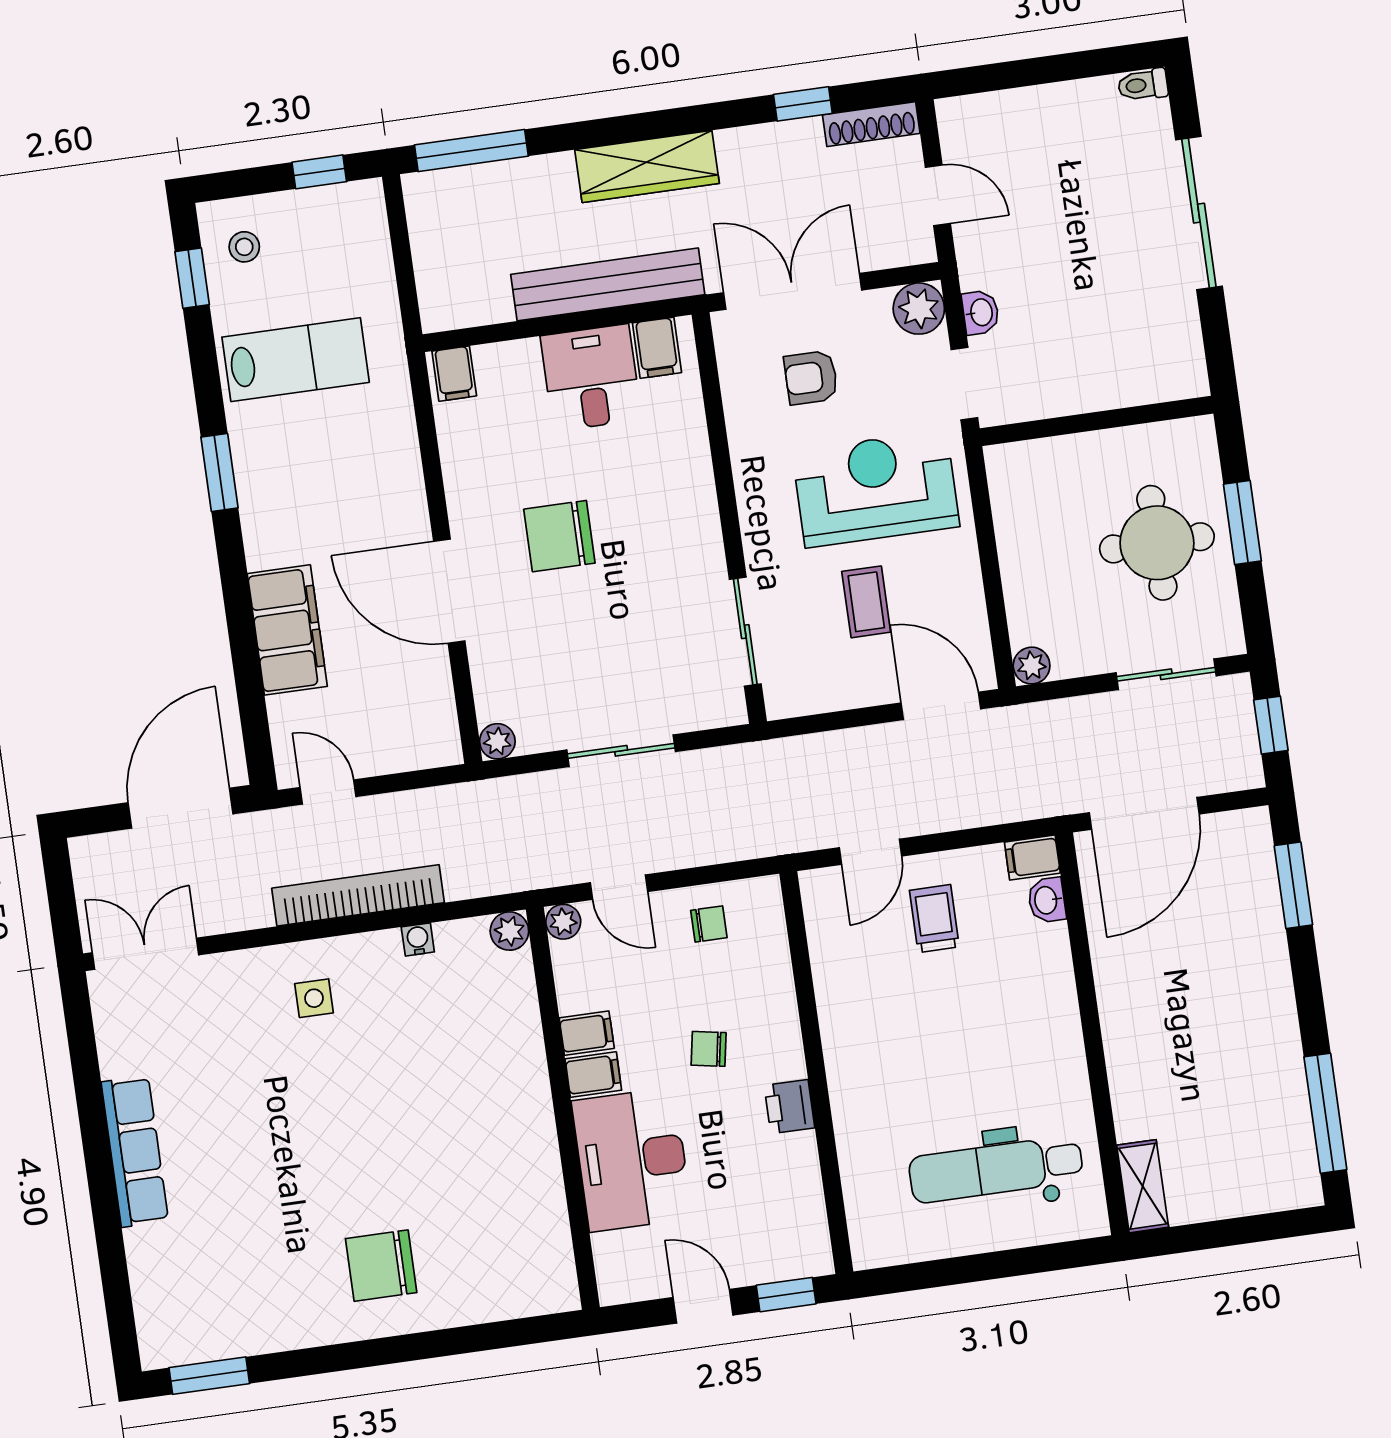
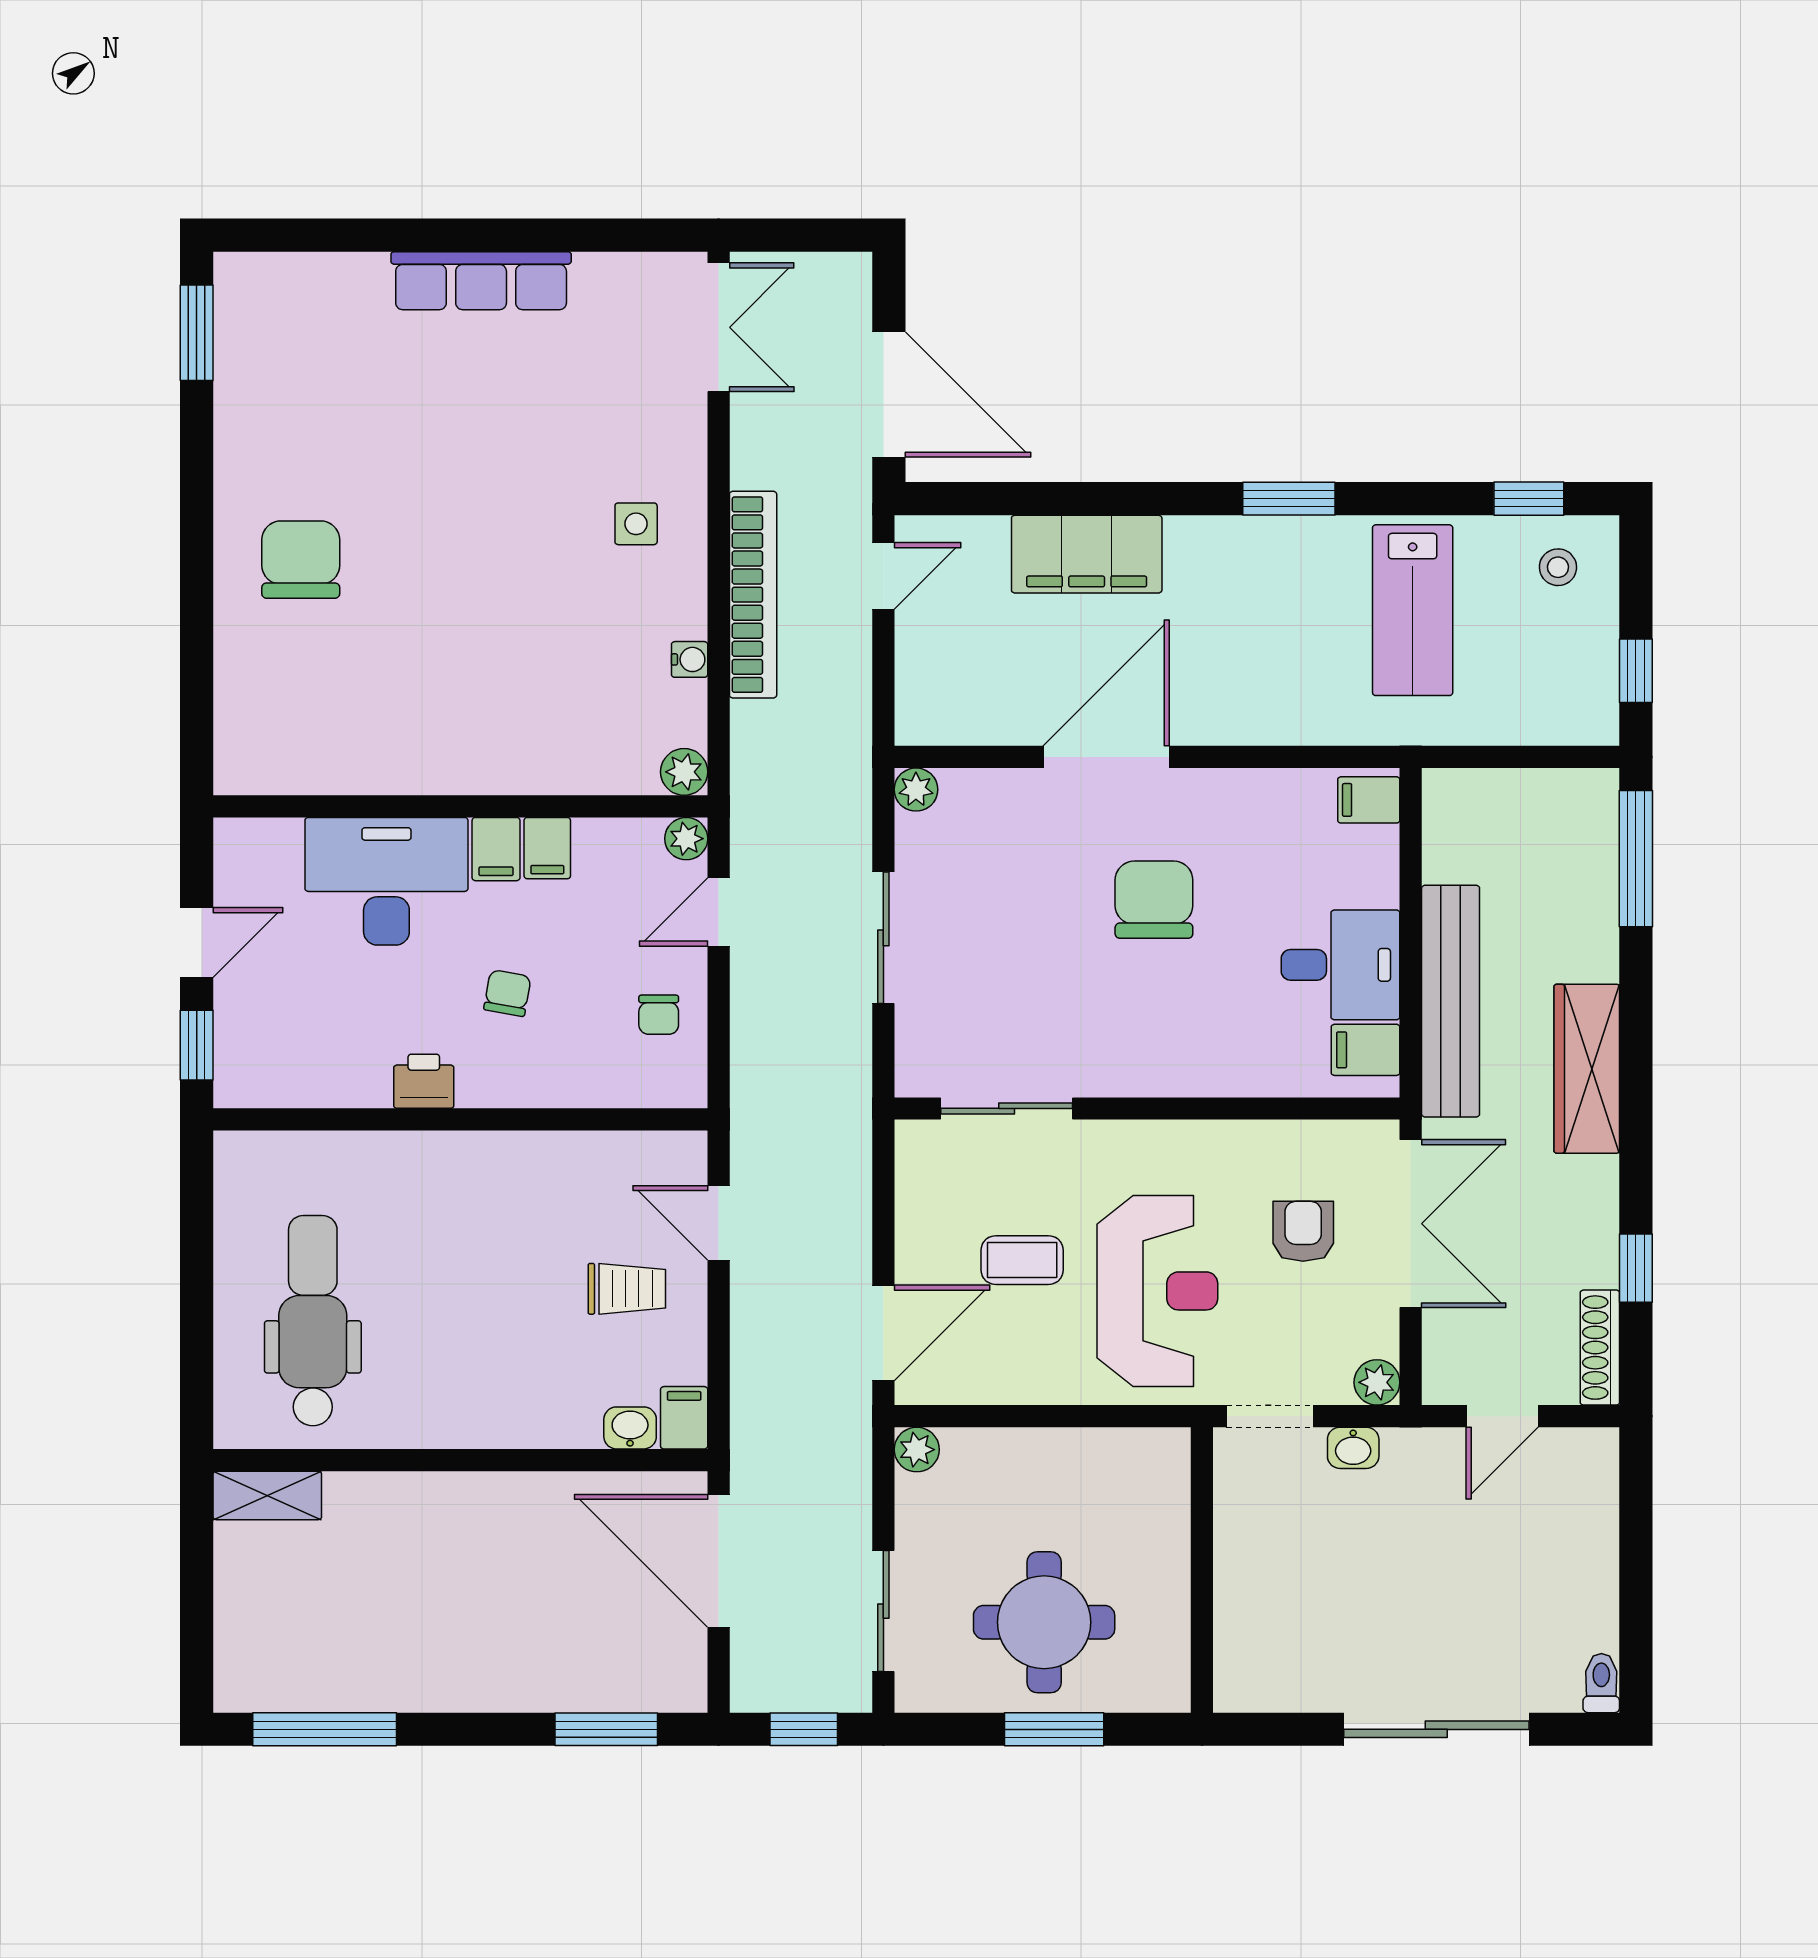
plant: (919, 309) -> (1377, 1382), width x0.73, depth x0.73

